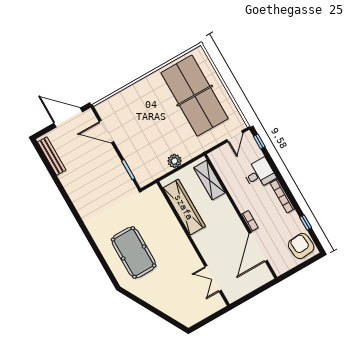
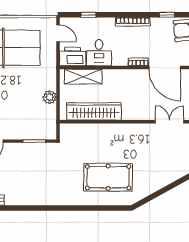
window: (259, 142) -> (88, 15), moved
printer: (222, 161) -> (73, 57), added
desk: (259, 174) -> (99, 53), moved, turned 180
double door: (213, 279) -> (170, 122), swing flipped

